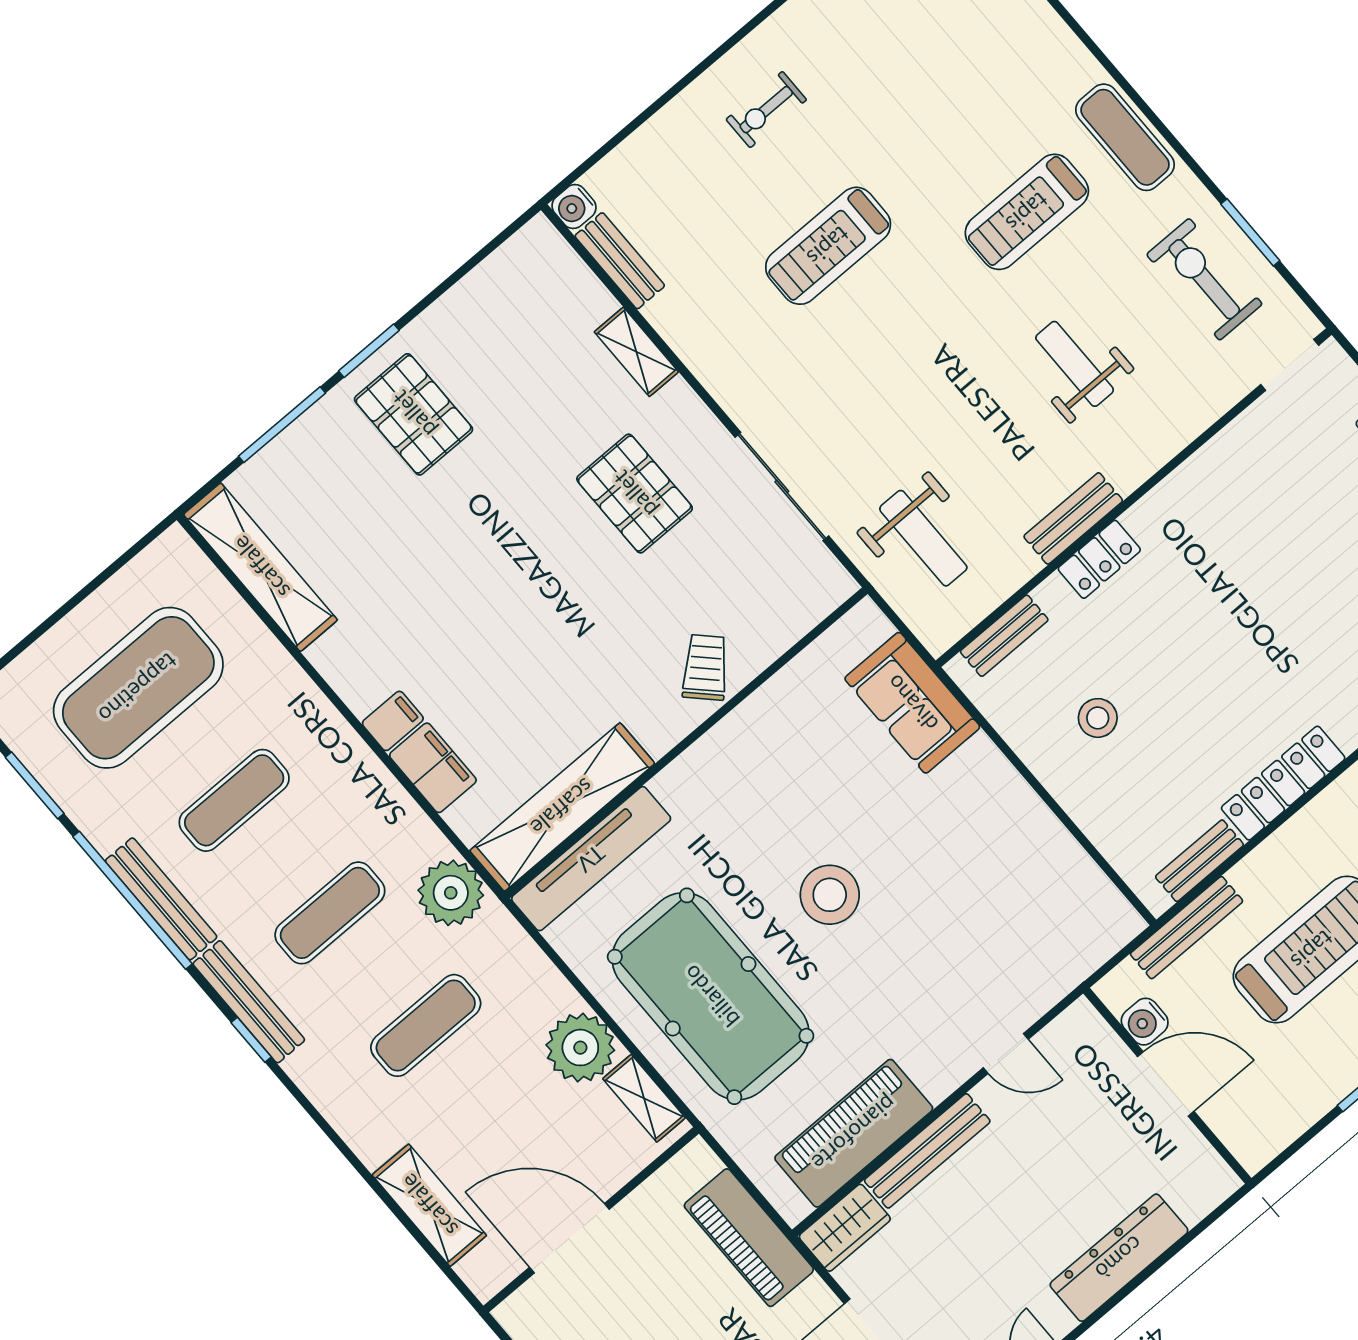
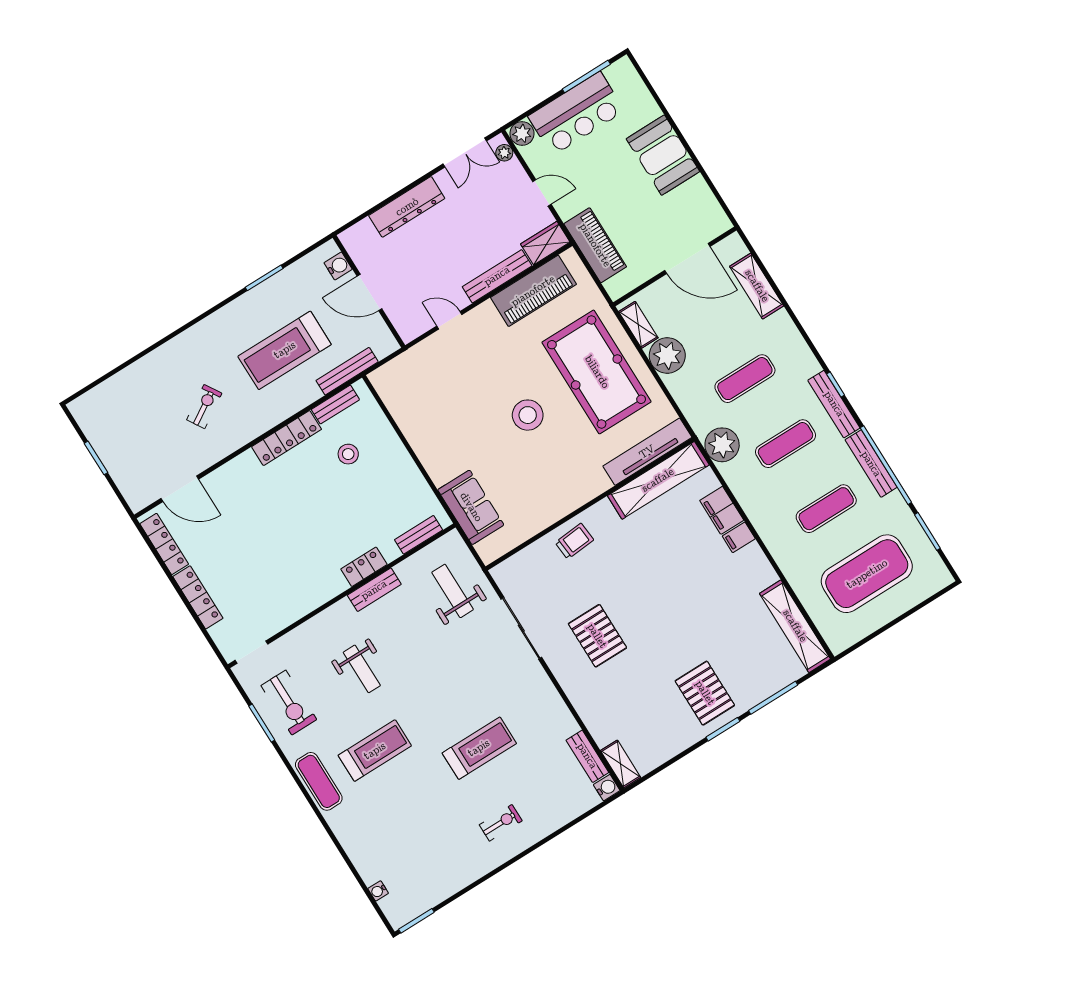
shelving: (636, 352) -> (621, 764), moved
trolley: (705, 667) -> (574, 541), turned -140
stool: (1098, 718) -> (348, 454), moved
water cooler: (1145, 1022) -> (338, 266), moved

